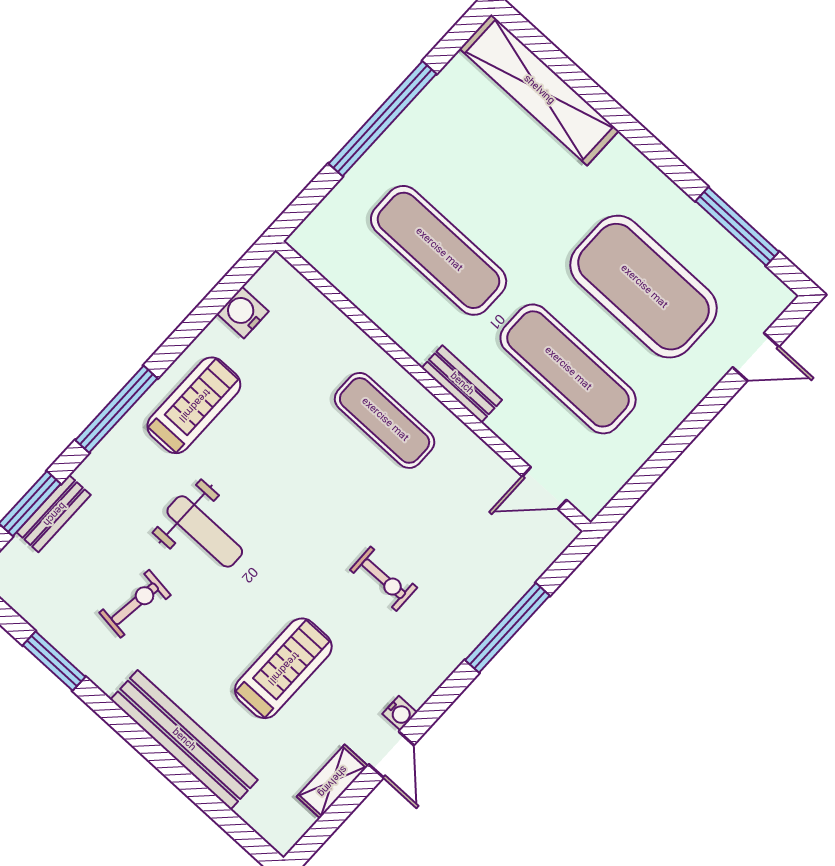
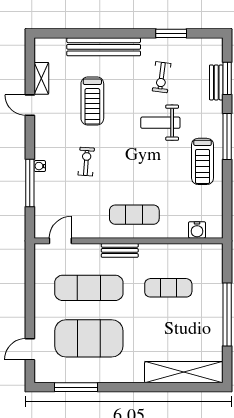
exercise mat: (439, 250) -> (168, 288), width x0.73, depth x0.69
water cooler: (243, 312) -> (197, 230), moved, turned 90
exercise bike: (384, 579) -> (86, 162), turned 95
water cooler: (400, 713) -> (40, 166), moved

